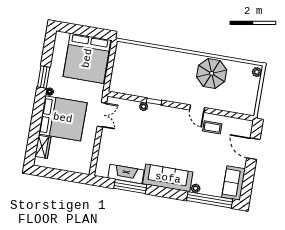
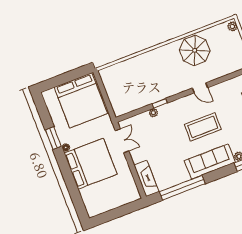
coffee table: (212, 127) -> (203, 127), moved, width x1.86, depth x1.72
wardrobe: (43, 147) -> (88, 198), removed
fireplace: (126, 174) -> (146, 178), moved, turned 90
window: (130, 186) -> (182, 188), width x1.46

